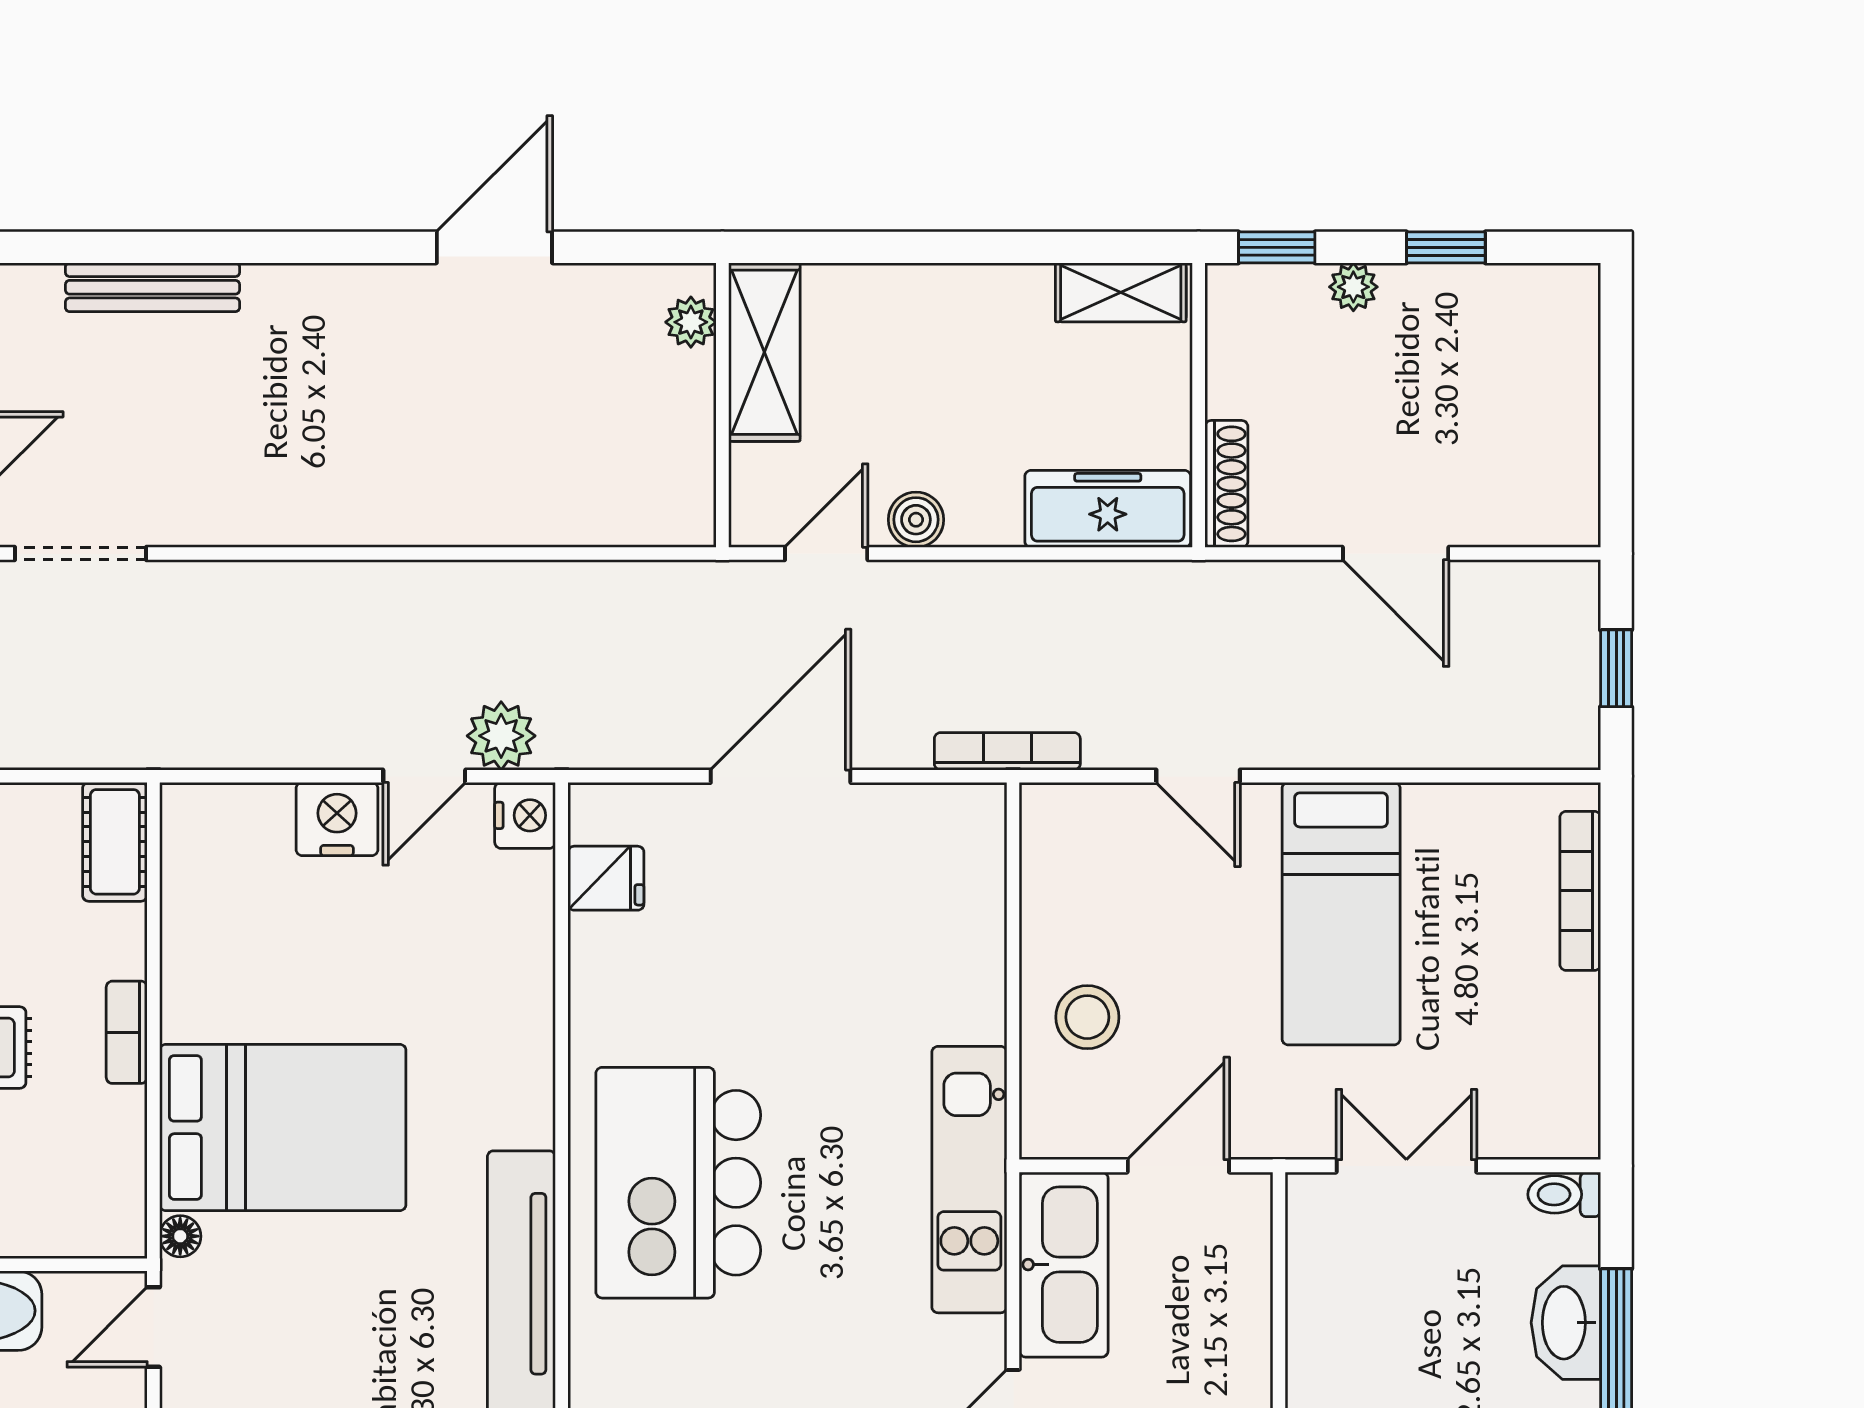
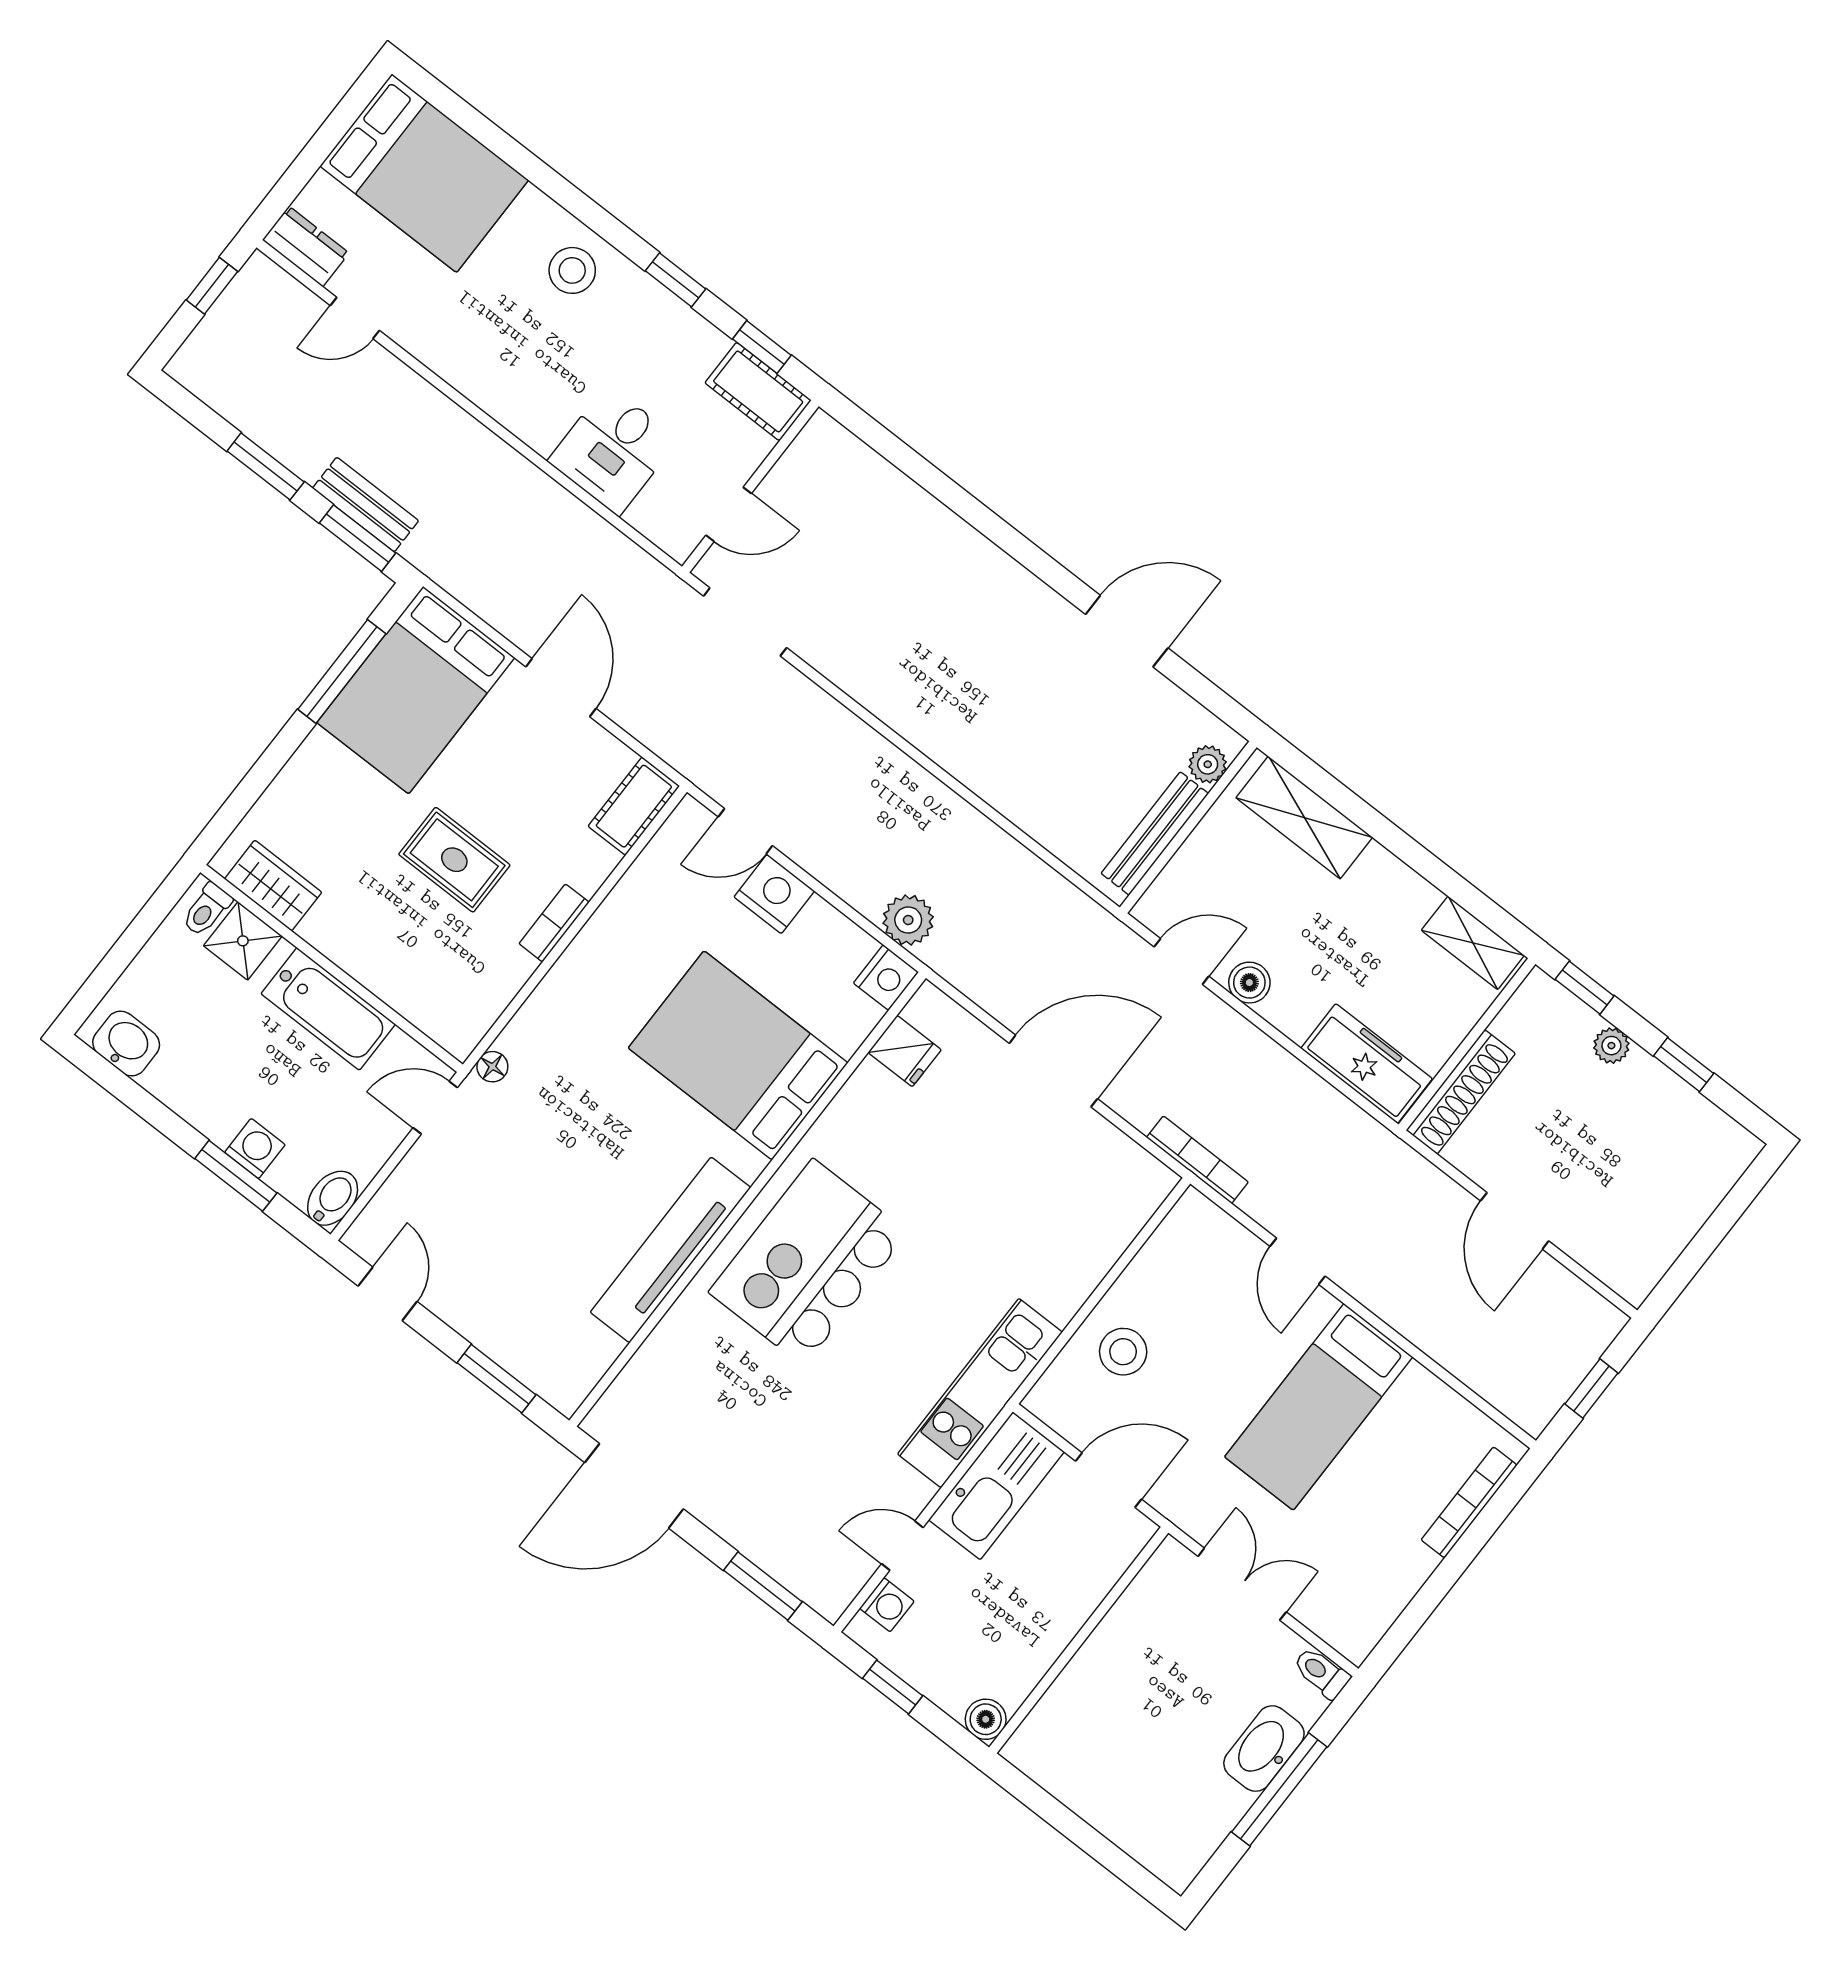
bench: (152, 287) -> (1155, 833), moved, turned 90
shelving: (764, 352) -> (1304, 817), moved, turned 90
shoe rack: (1226, 484) -> (1461, 1092), width x1.36, depth x1.24
door: (424, 776) -> (745, 831), moved
bed: (283, 1127) -> (738, 1055), moved, turned 180

